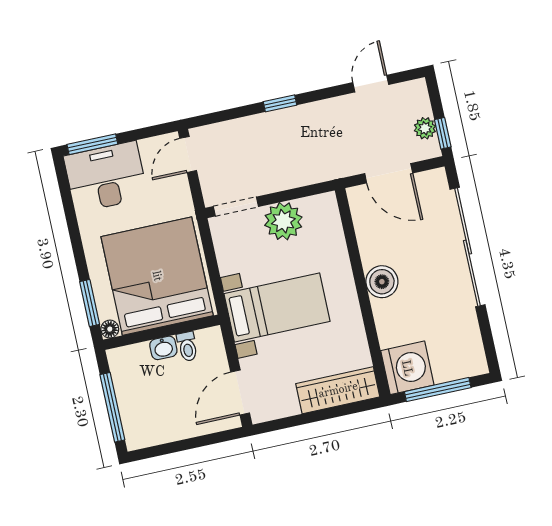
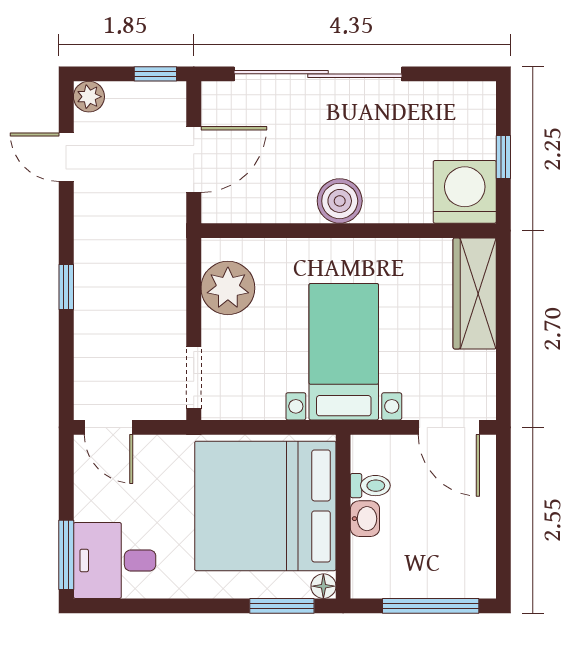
plant: (425, 128) -> (89, 97), moved
desk: (106, 177) -> (115, 560), width x0.73
plant: (283, 221) -> (228, 288), moved
window: (438, 390) -> (503, 157), width x0.46

